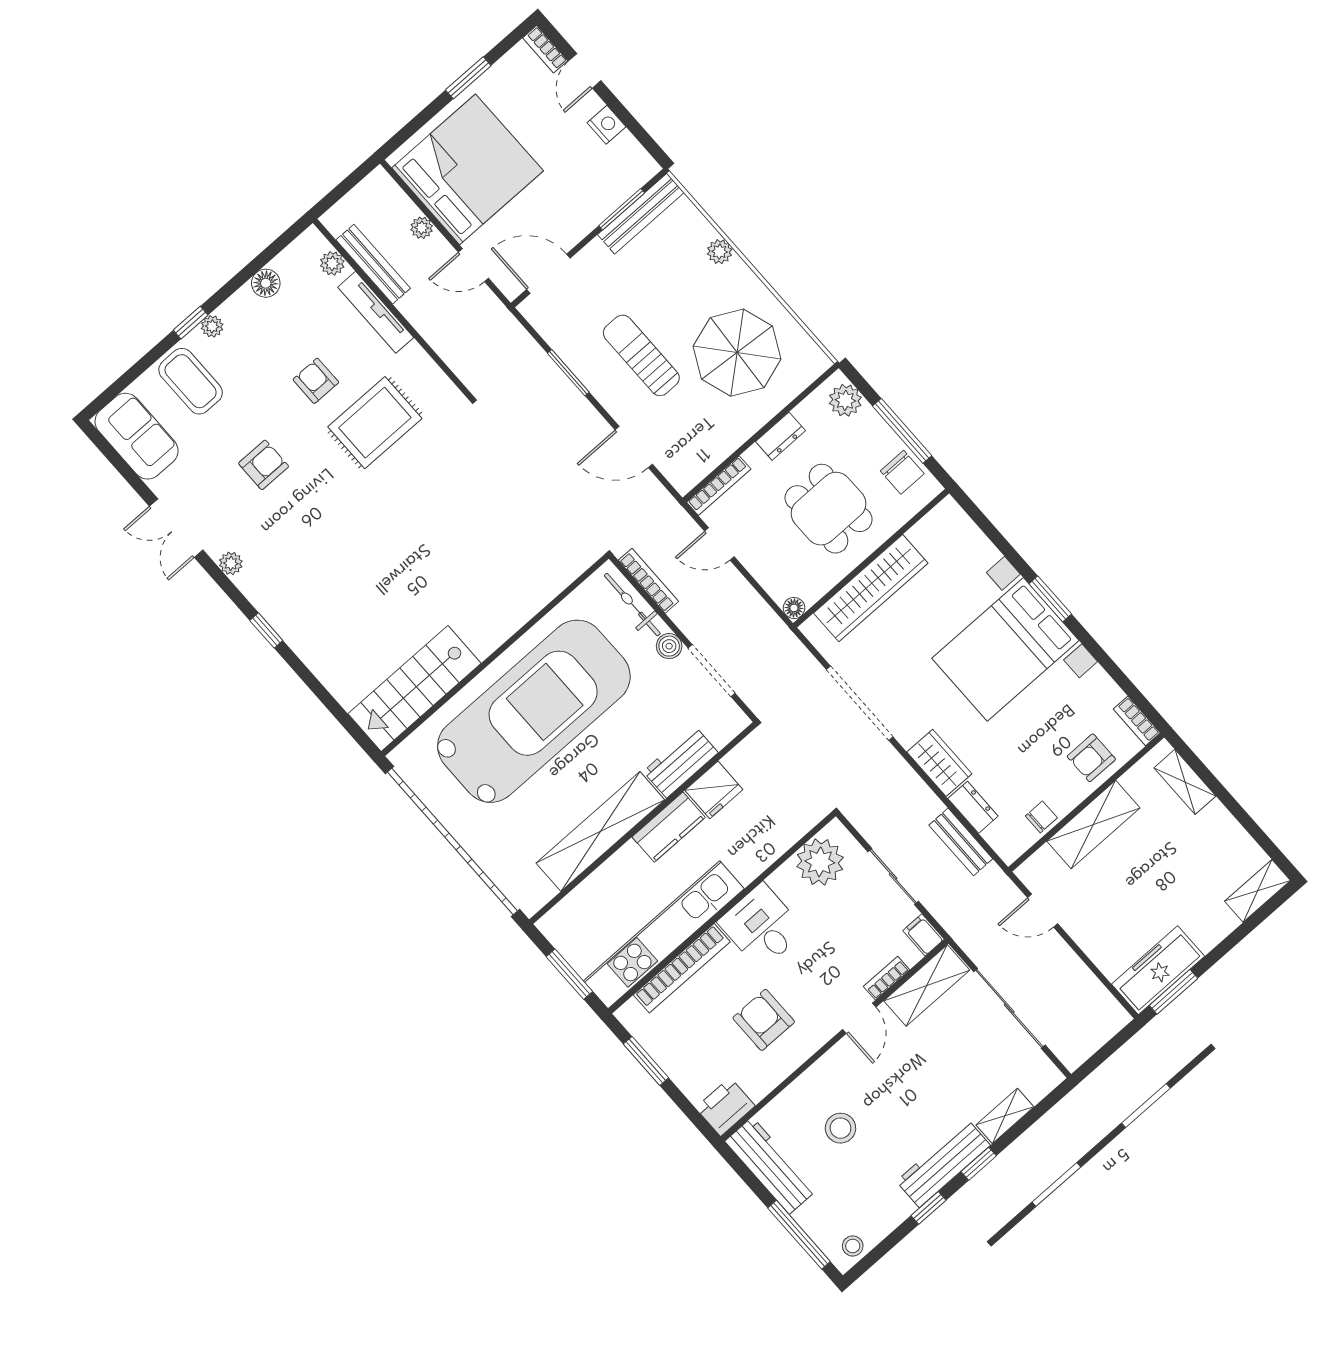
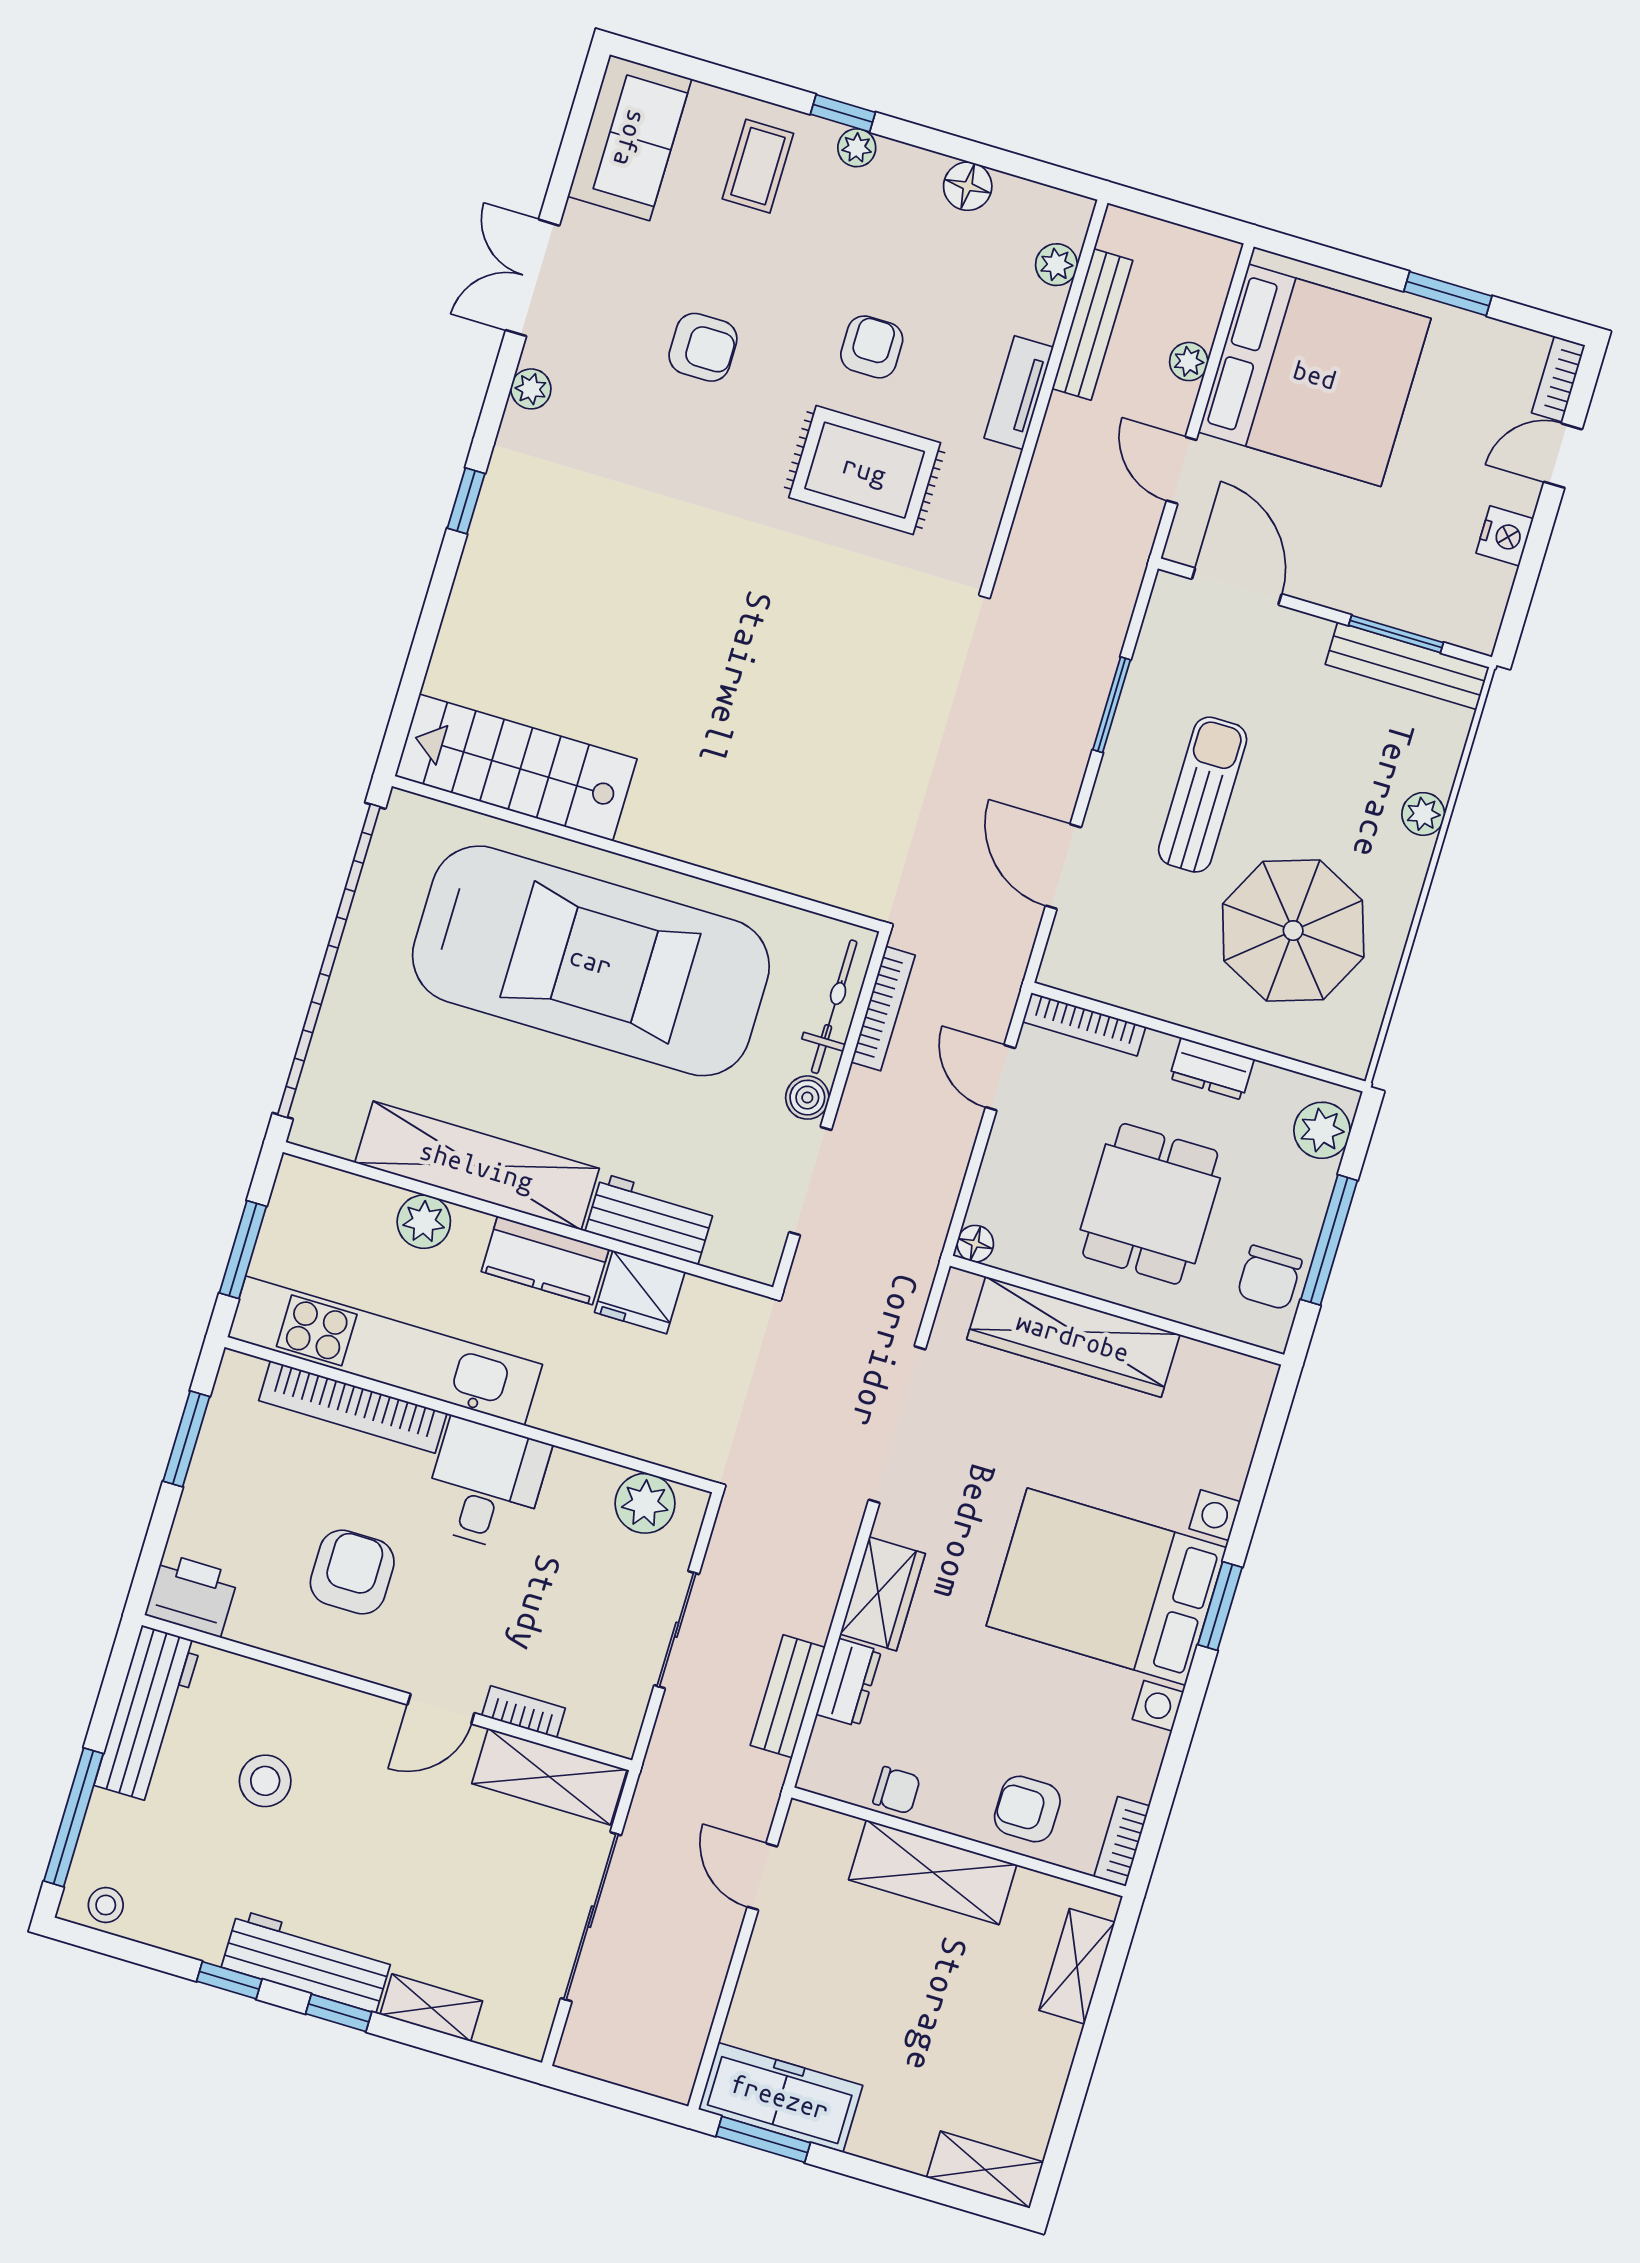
tv unit: (376, 312) -> (1019, 393), width x0.71
coffee table: (191, 381) -> (758, 166), width x0.73, depth x0.77
plant: (820, 862) -> (645, 1503), width x0.73, depth x0.73
plant: (612, 875) -> (424, 1222), added
filing cabinet: (924, 935) -> (620, 1726), removed

